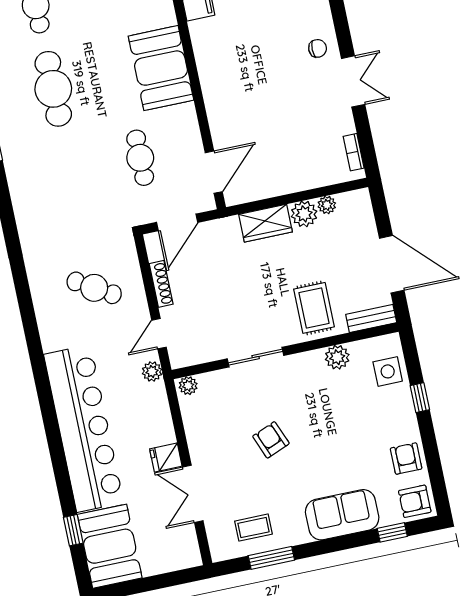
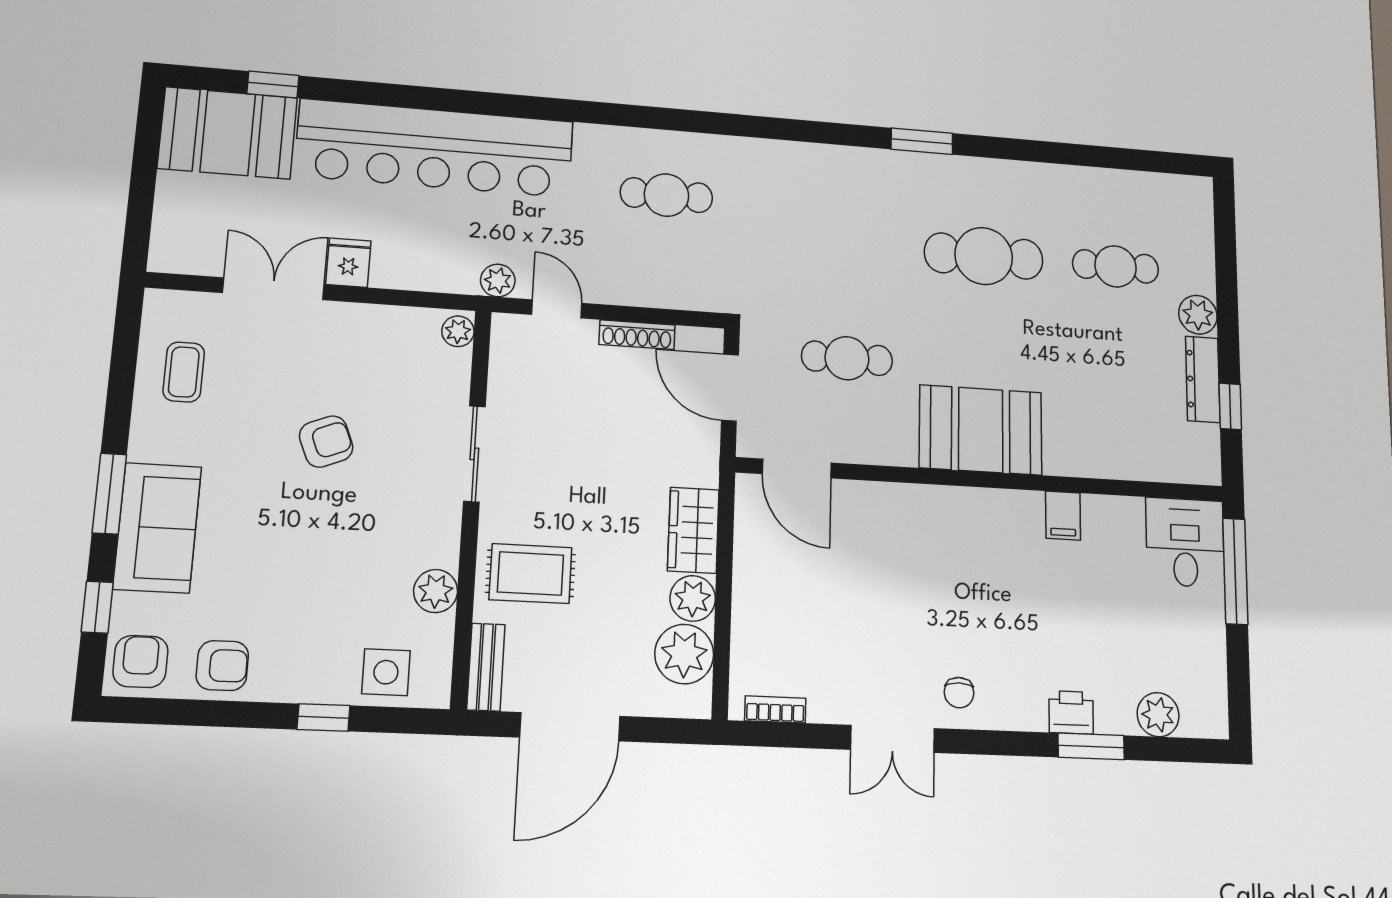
plant: (327, 205) -> (684, 654), width x1.88, depth x1.88
cafe table: (94, 288) -> (666, 195), moved, turned 59
window: (271, 558) -> (109, 494), moved

